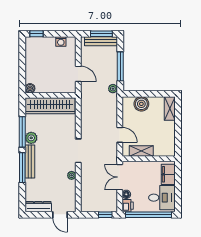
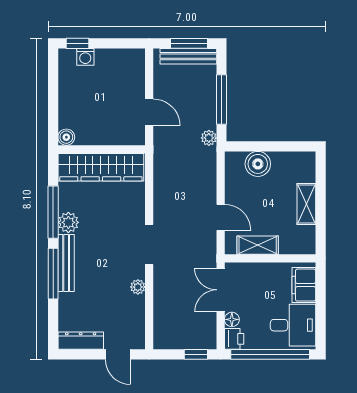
washing machine: (61, 42) -> (85, 57), moved
shelving: (170, 108) -> (306, 204), moved

